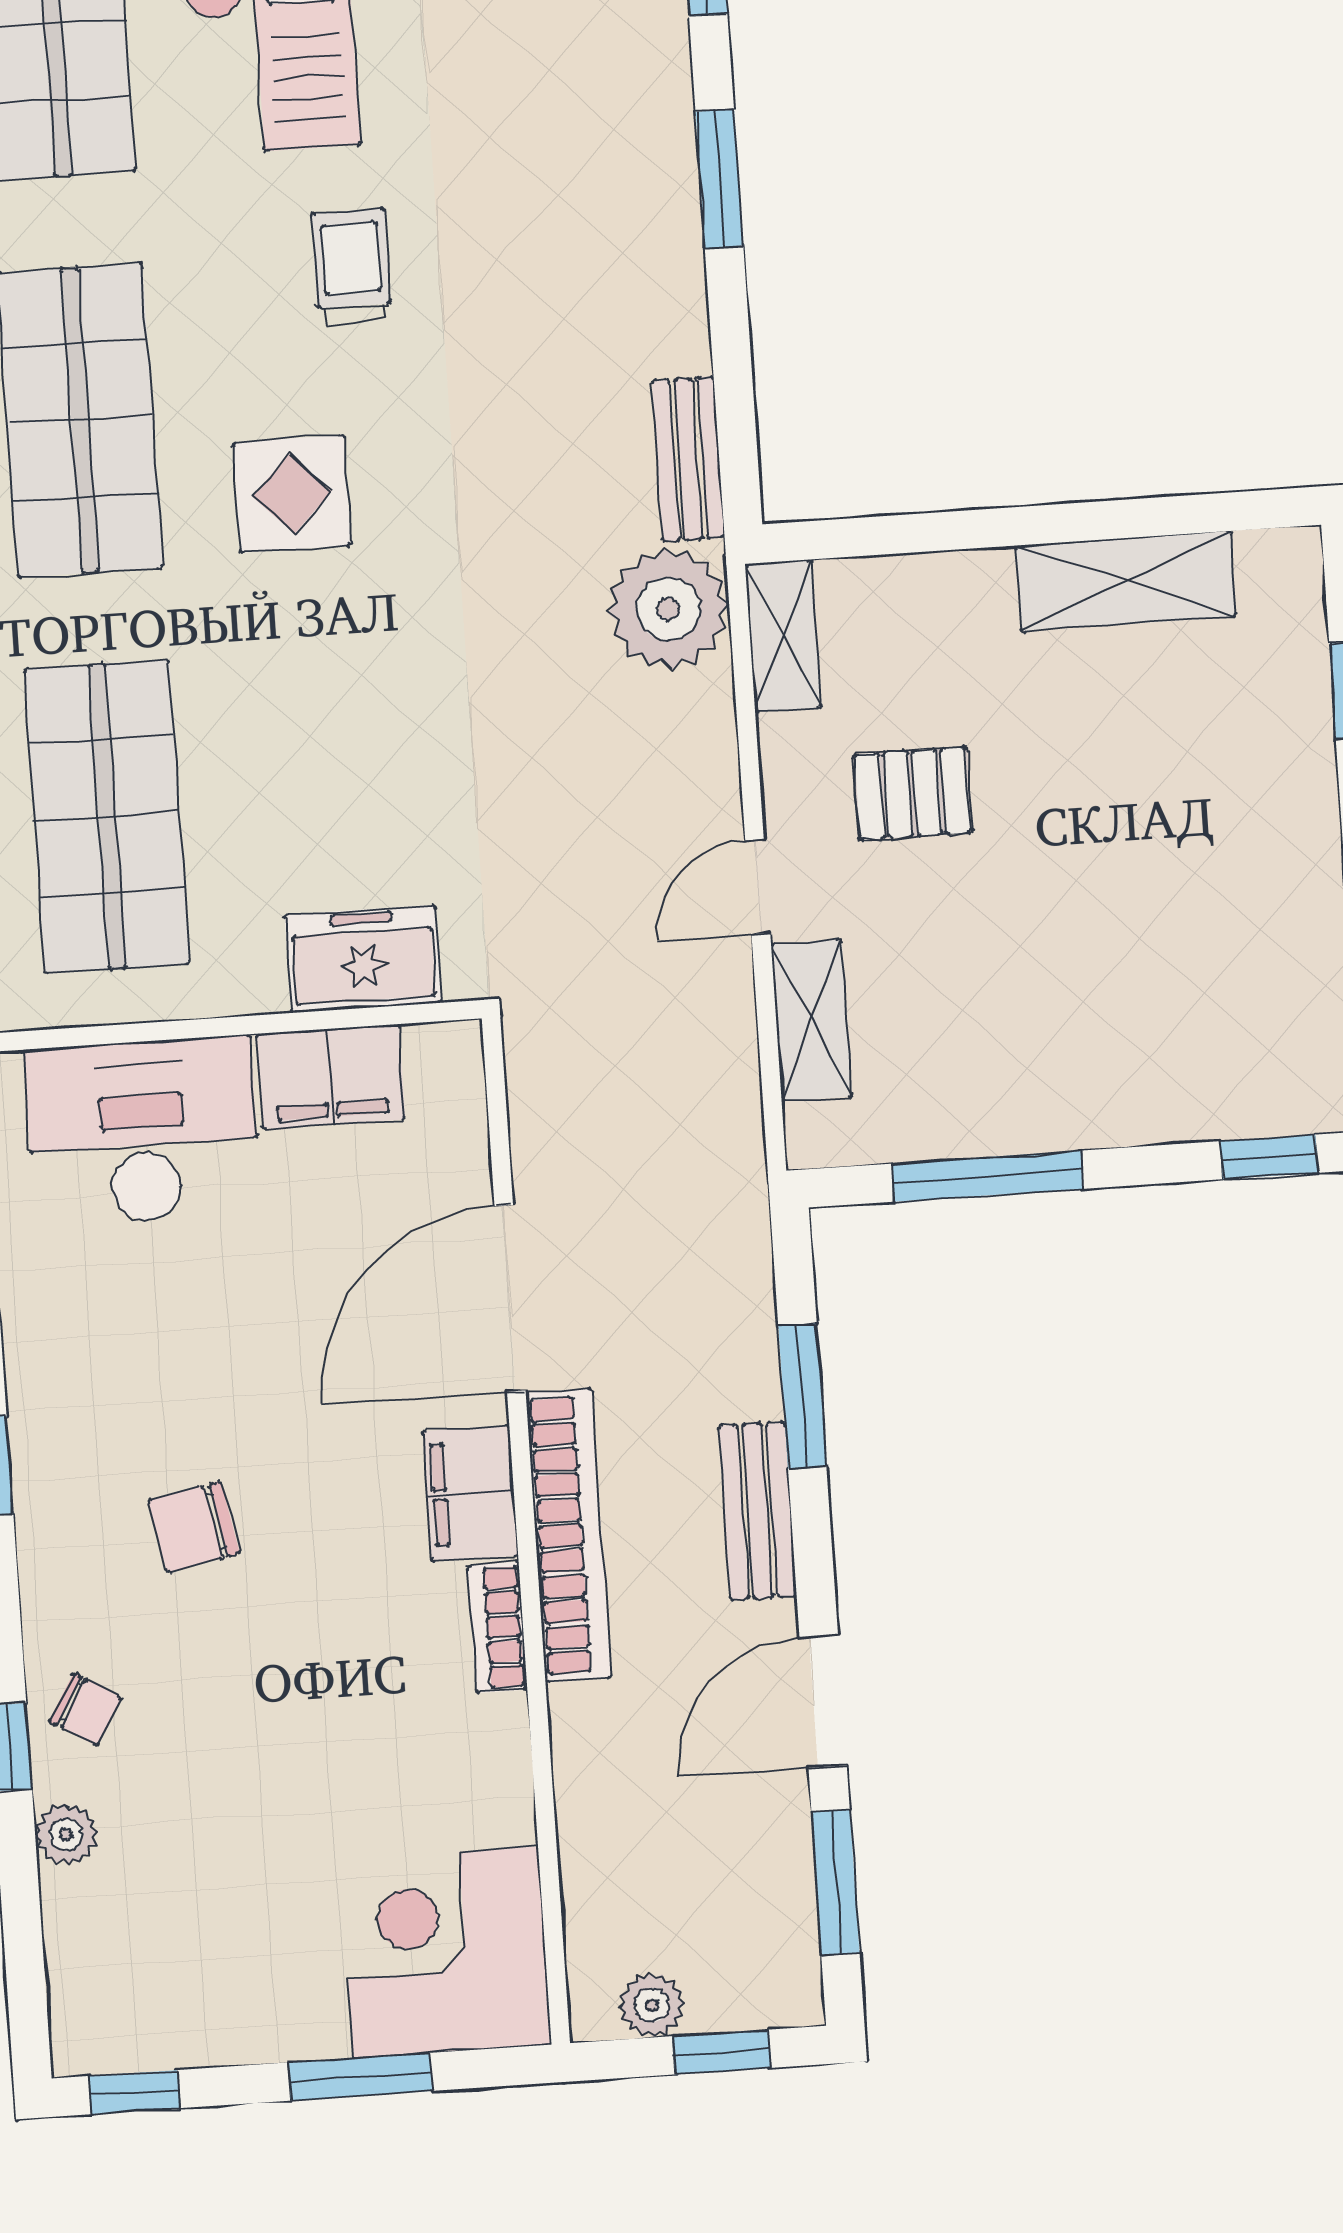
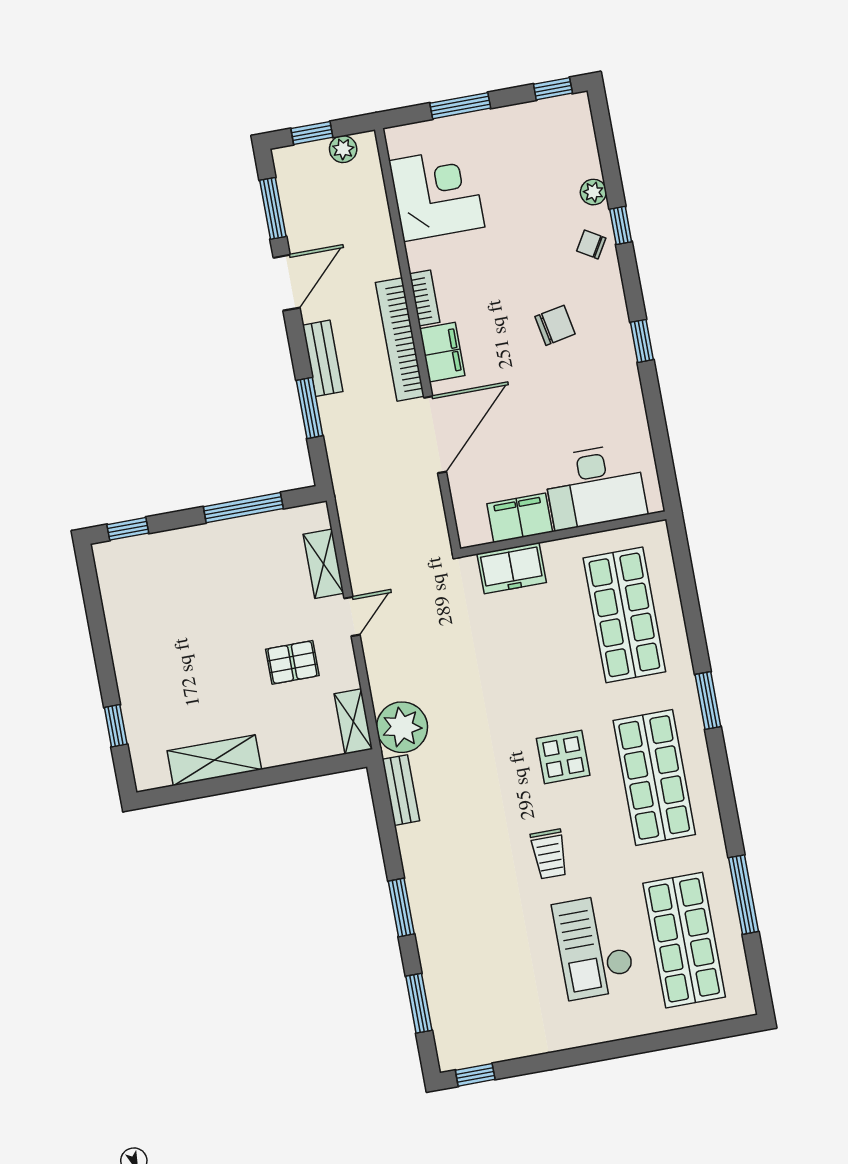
corner desk: (446, 1952) -> (437, 194), moved, turned -90

